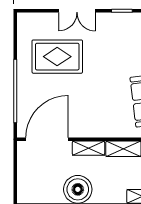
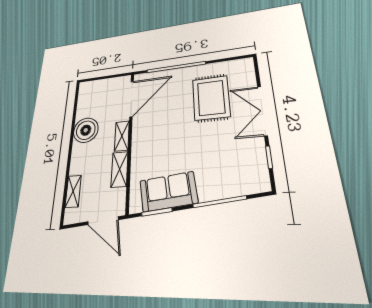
double door: (77, 11) -> (262, 111), width x1.37
door: (47, 139) -> (132, 99), hinge flipped

